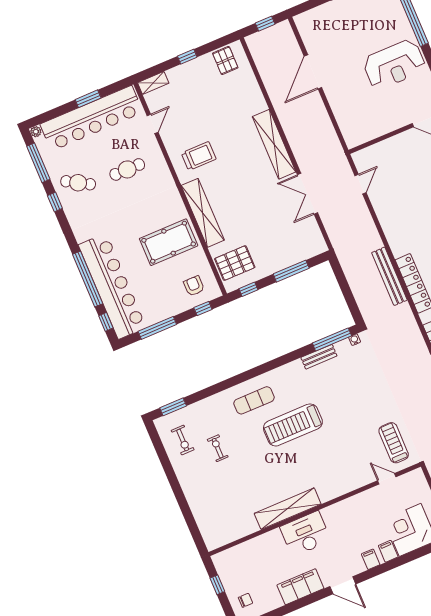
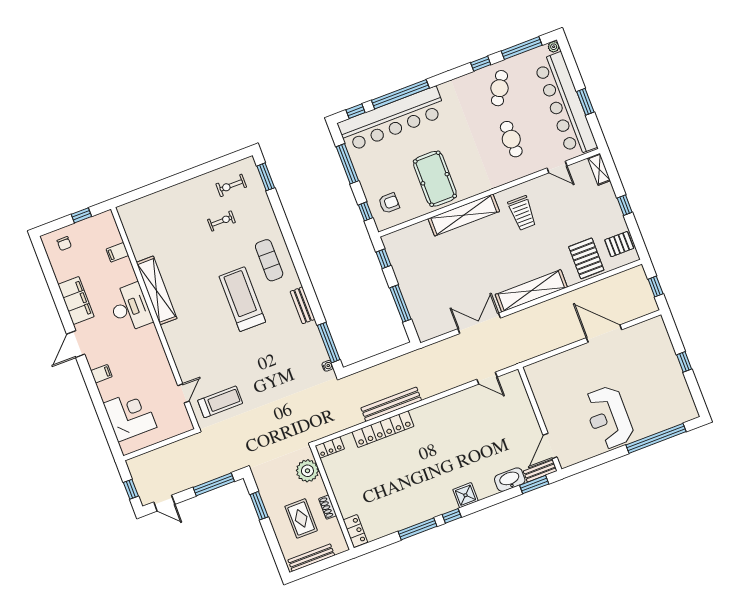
pallet: (235, 263) -> (586, 258), moved
bench: (319, 357) -> (303, 305), moved
filing cabinet: (388, 551) -> (117, 252), moved, turned 180

